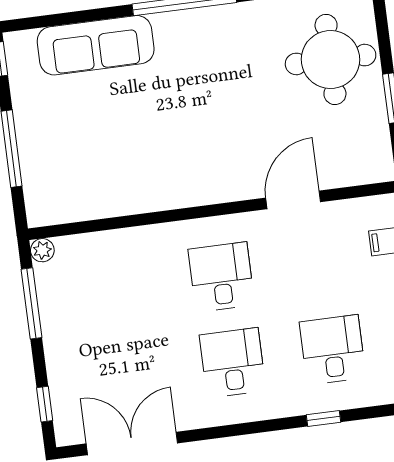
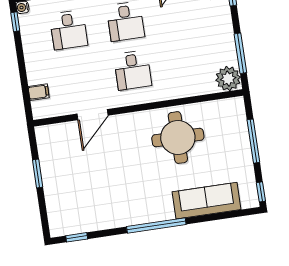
round table: (331, 59) -> (178, 138), moved
plant: (42, 250) -> (228, 79), width x1.88, depth x1.88

